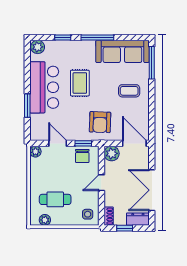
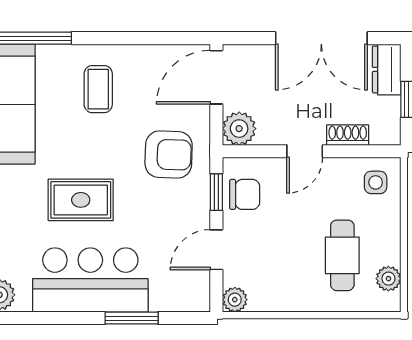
door: (101, 183) -> (305, 151), hinge flipped
shoe rack: (109, 216) -> (348, 135), moved

